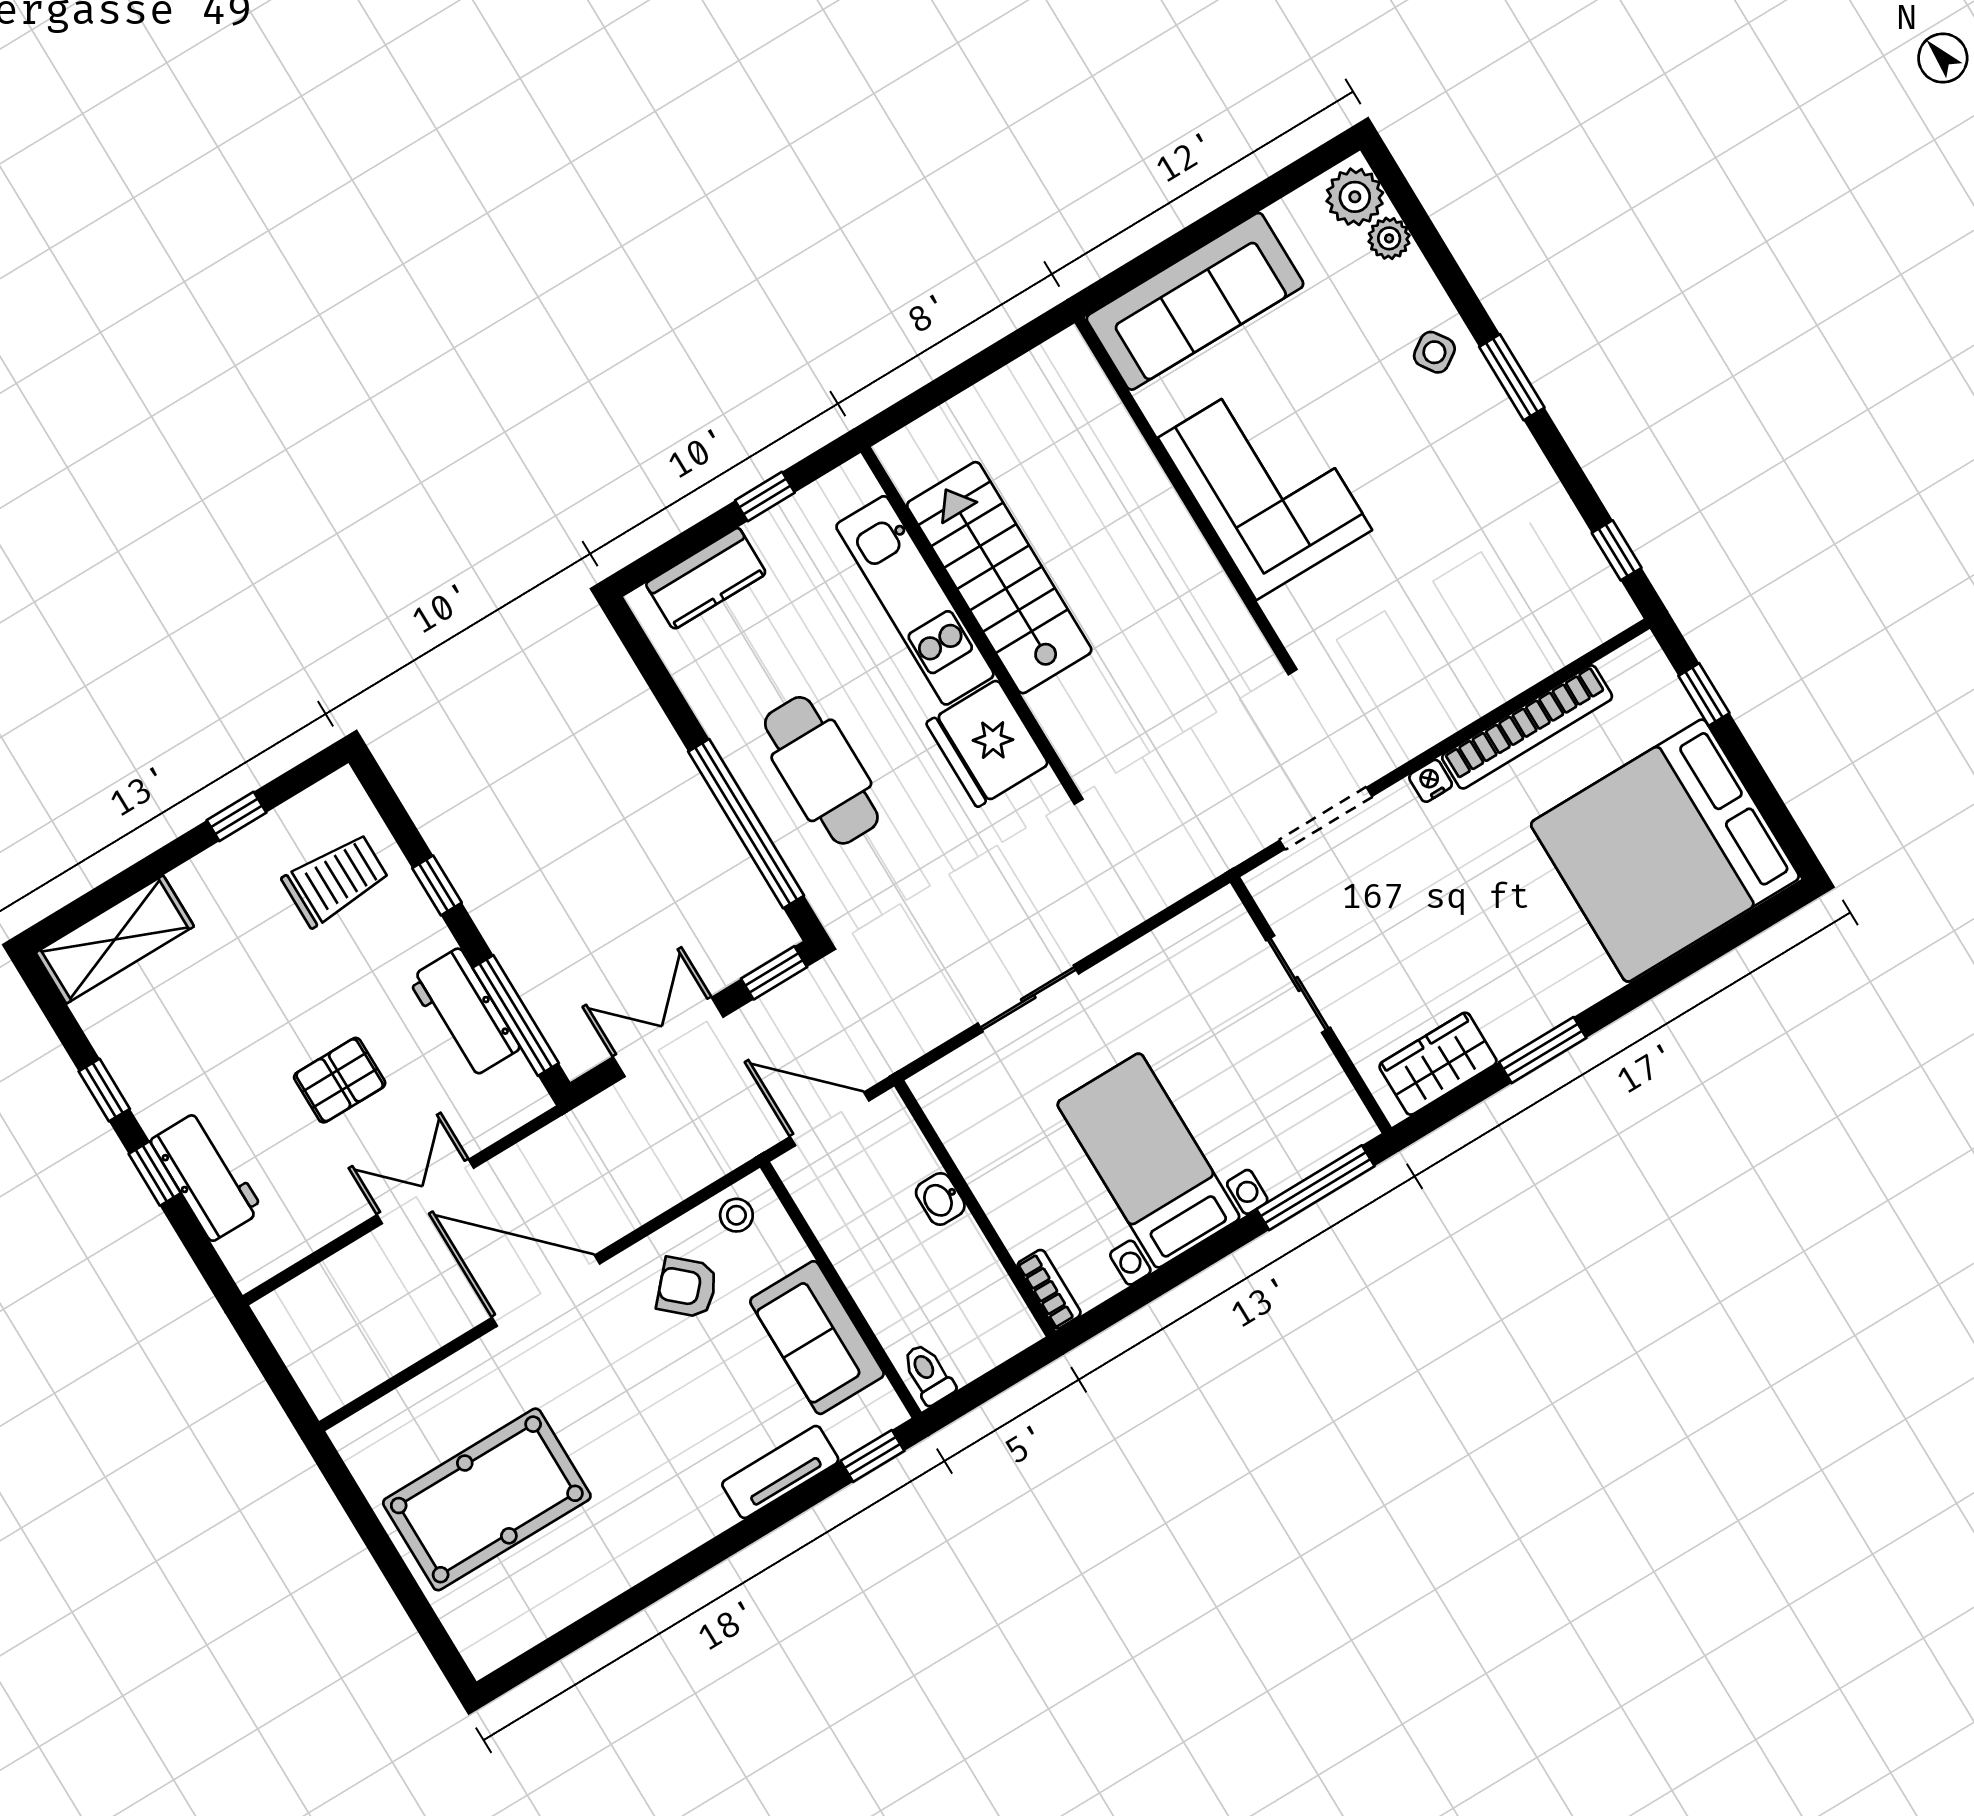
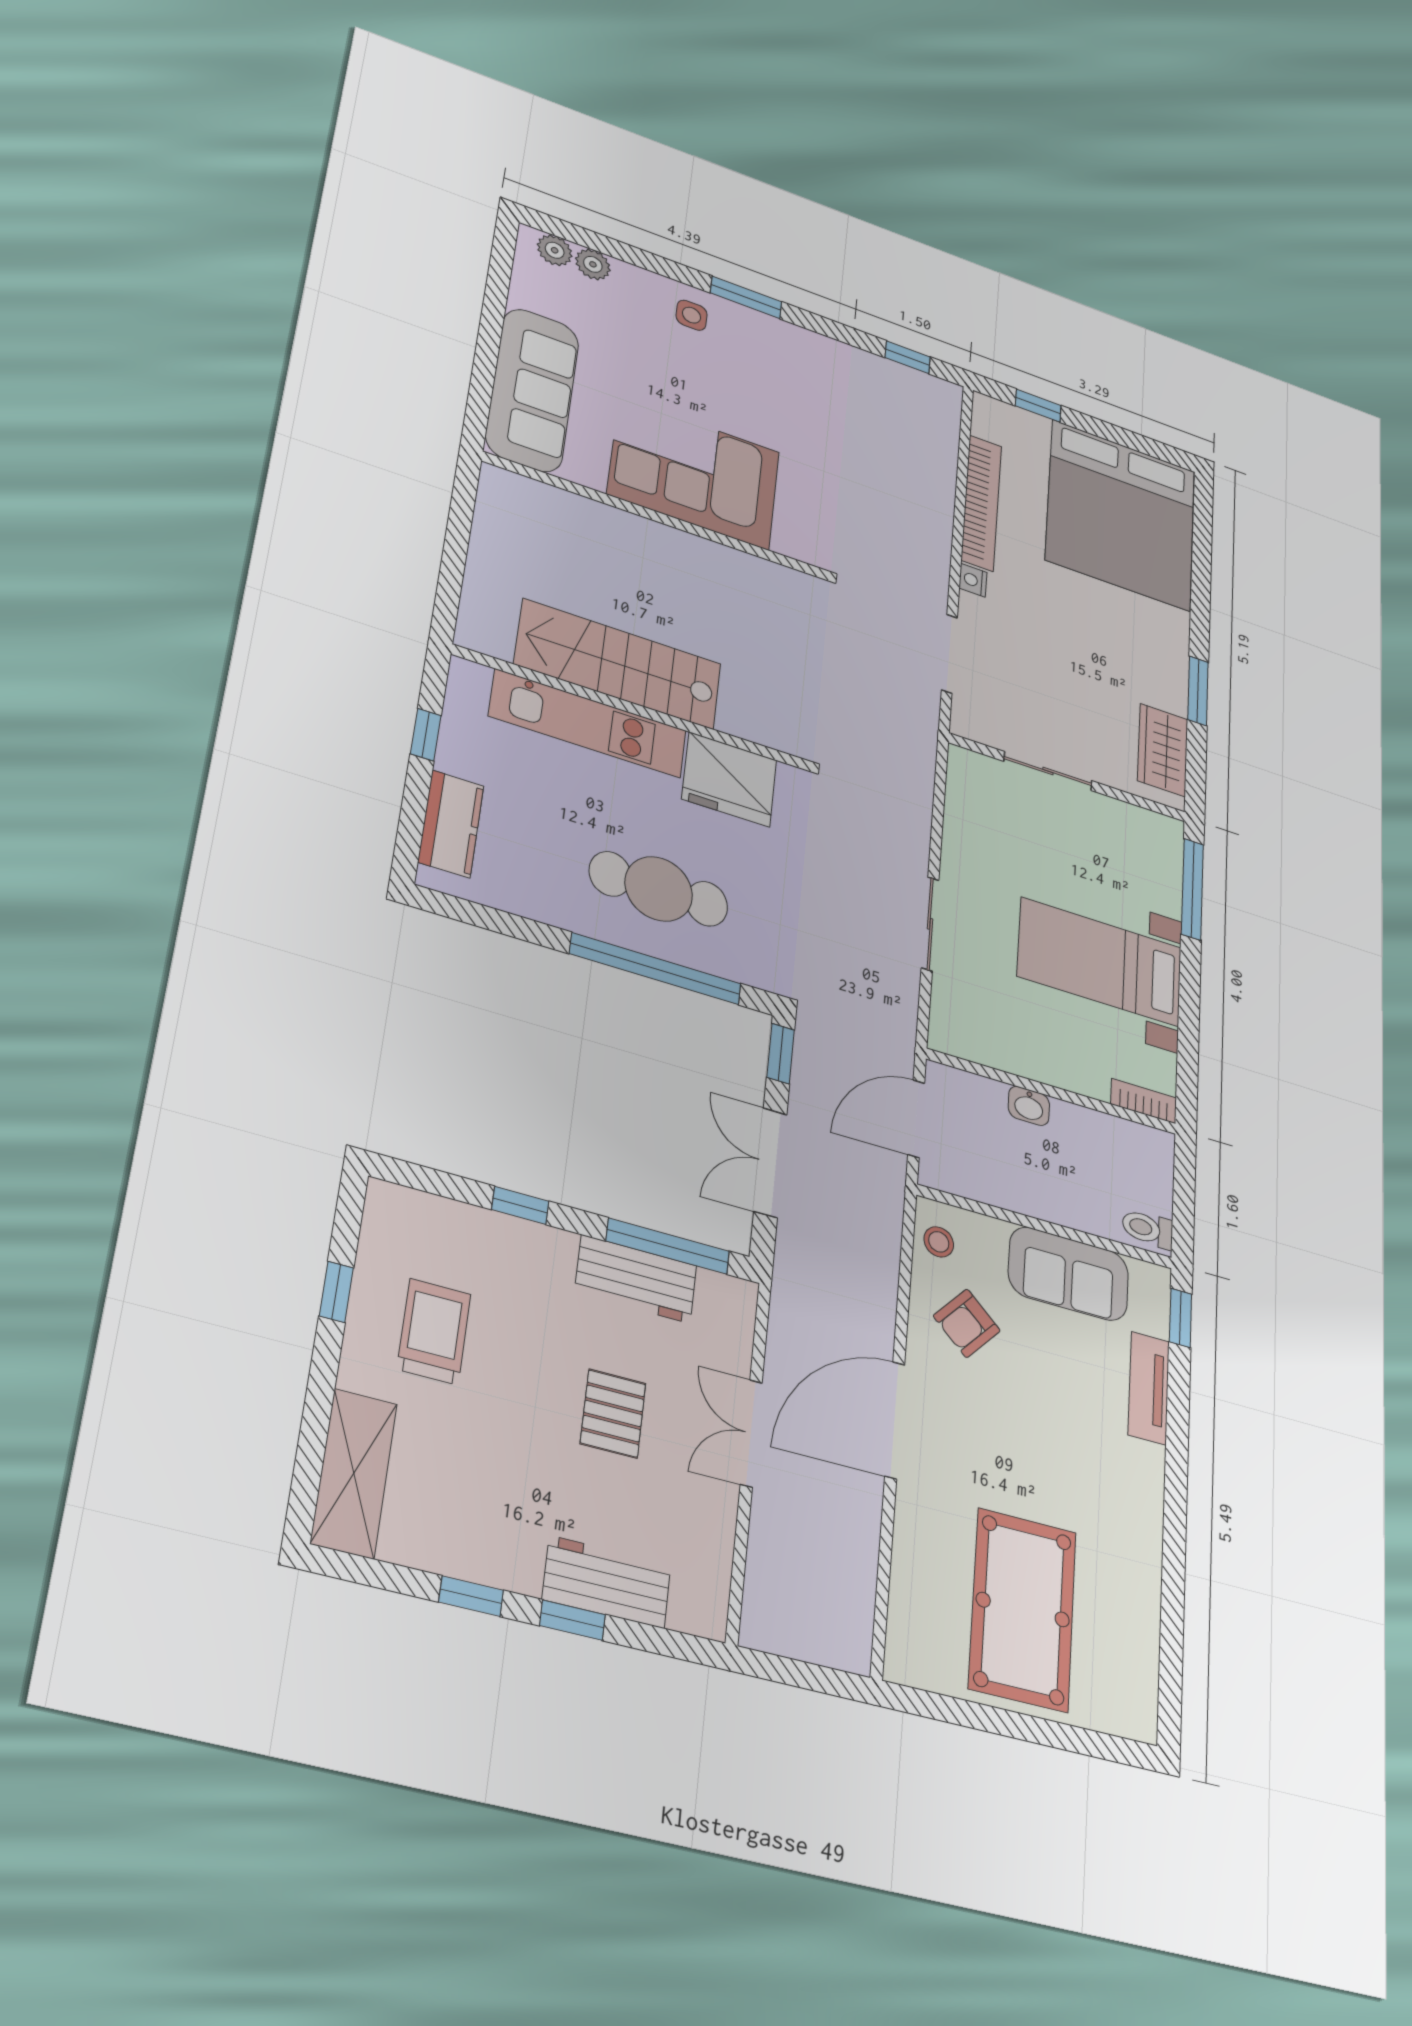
plant: (1355, 197) -> (555, 250), width x0.73, depth x0.73
side table: (1434, 352) -> (692, 315), turned 34
trolley: (335, 880) -> (434, 1332), moved

